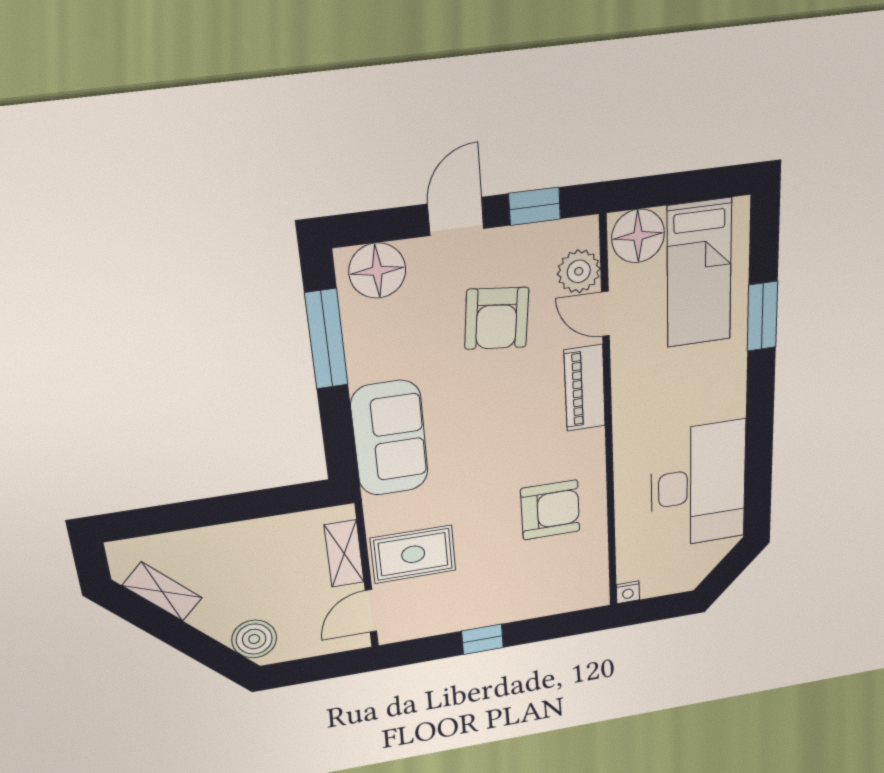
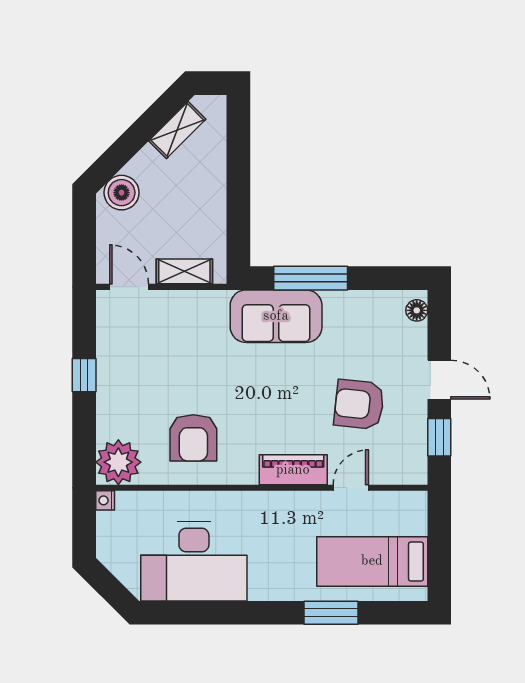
floor lamp: (638, 236) -> (407, 514), removed
floor lamp: (377, 271) -> (417, 310), width x0.53, depth x0.53
plant: (579, 271) -> (118, 462), moved, width x1.36, depth x1.36
window: (326, 339) -> (311, 278), moved
rug: (413, 554) -> (174, 325), removed

